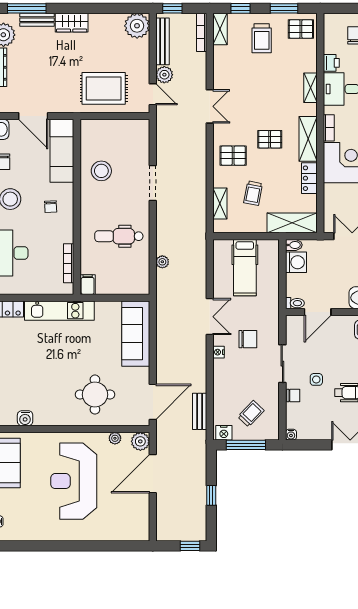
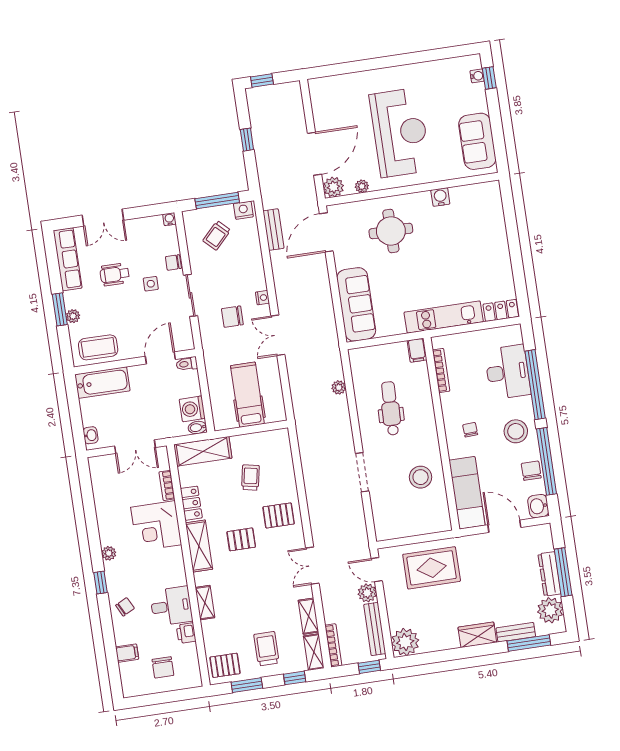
bookcase: (329, 128) -> (167, 485), moved
shelving: (220, 204) -> (308, 616), moved
dental chair: (119, 236) -> (391, 408), turned -88
water cooler: (25, 418) -> (440, 197), moved

